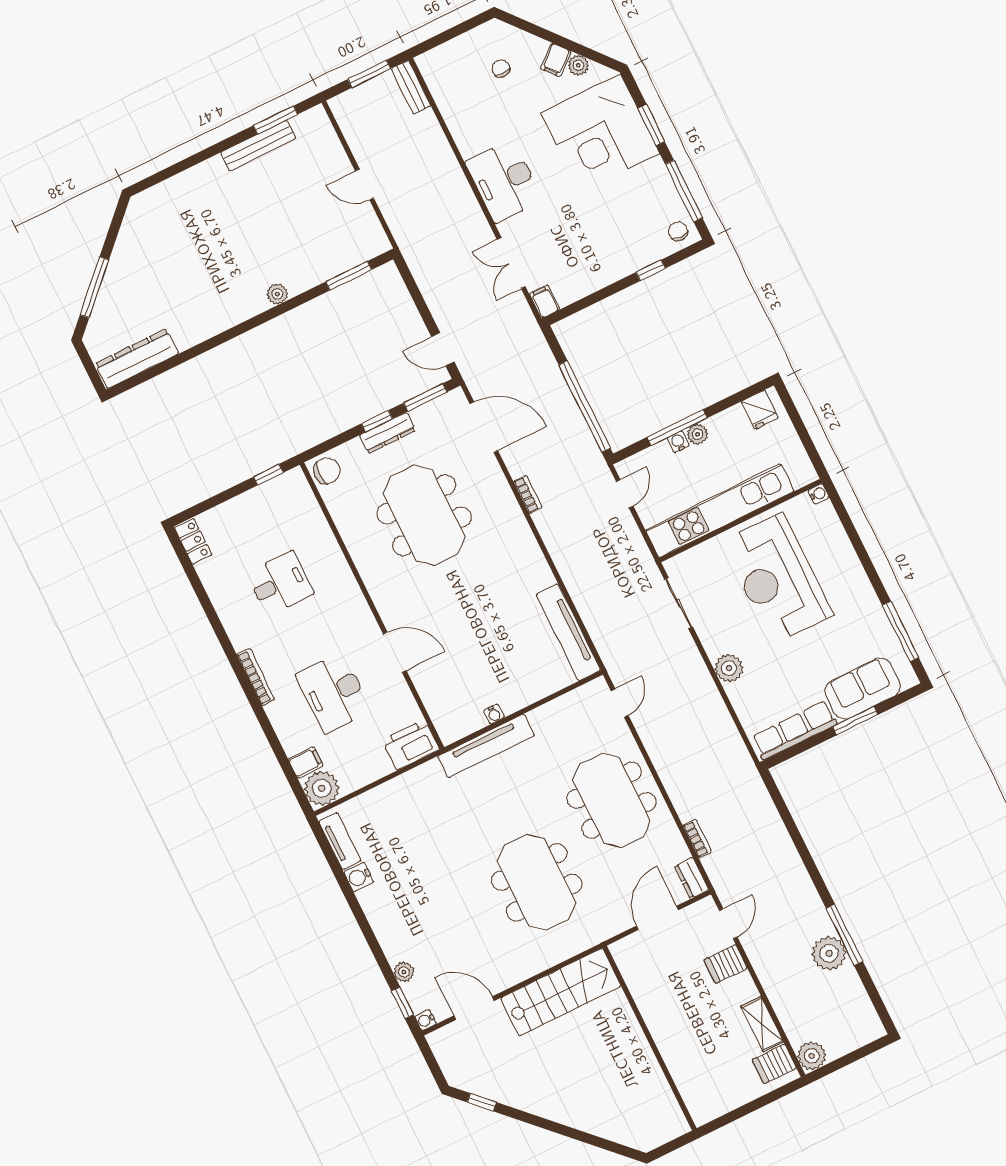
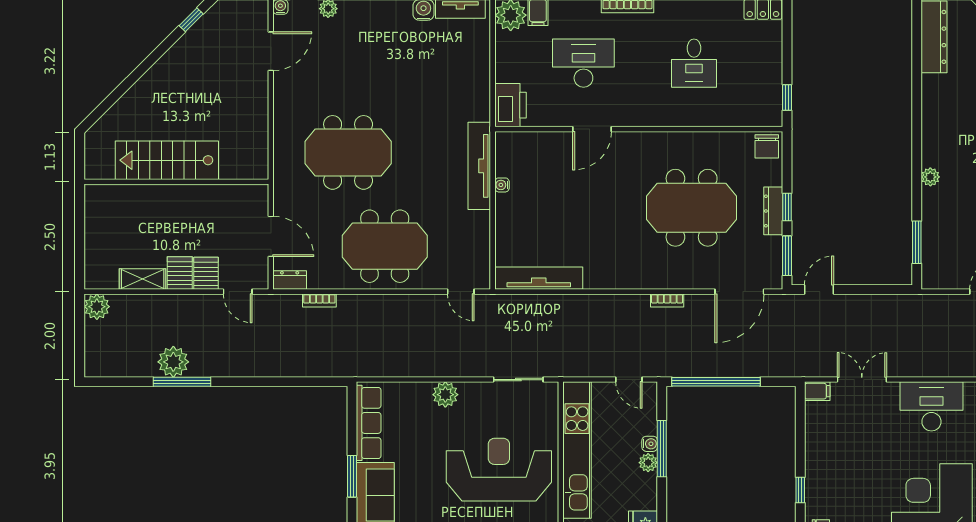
stairs: (561, 992) -> (167, 160), moved, turned 90
server rack: (774, 1064) -> (180, 273), moved

